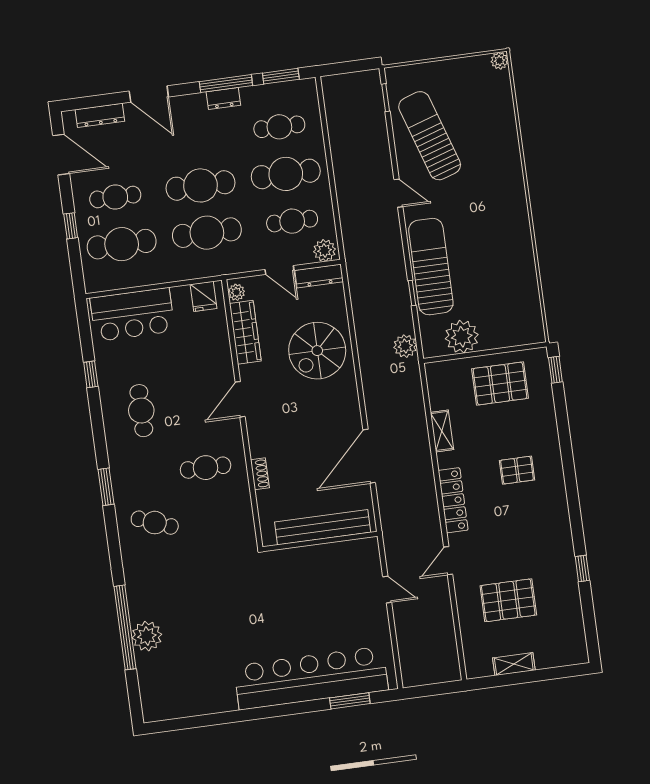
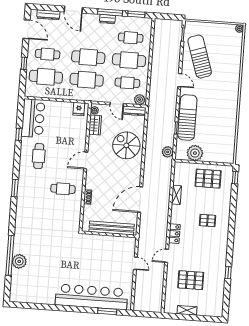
bar counter: (132, 314) -> (33, 118), moved, turned -90
wardrobe: (245, 332) -> (95, 125), width x0.67
spiral stairs: (317, 351) -> (126, 145), turned 90
locker: (453, 500) -> (174, 234), width x0.66
cafe table: (155, 523) -> (34, 209), removed

